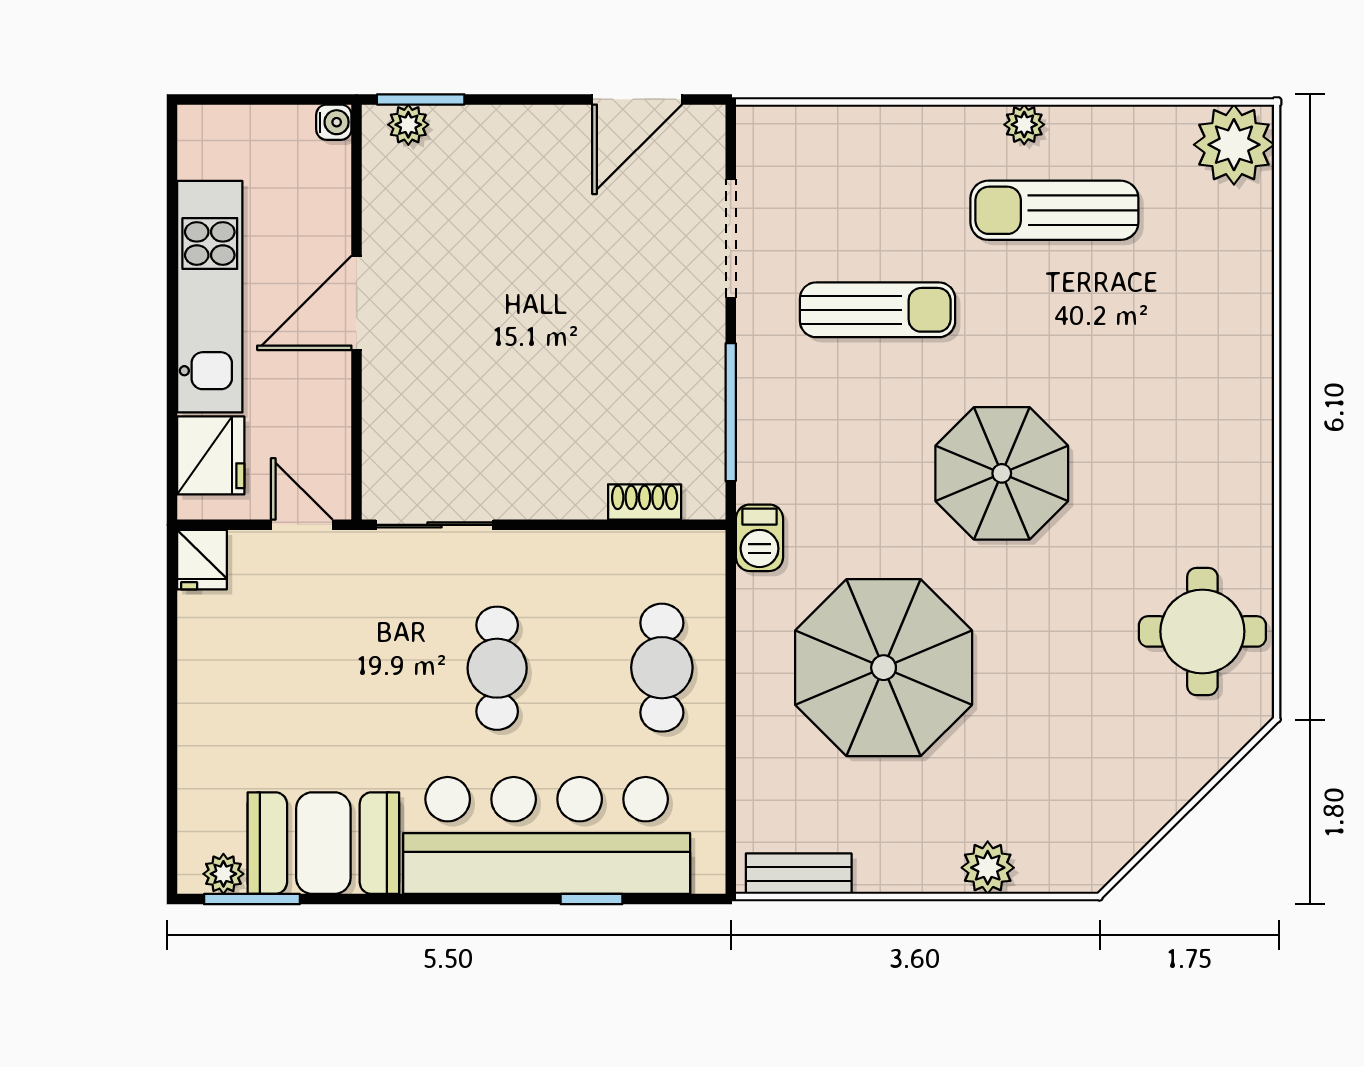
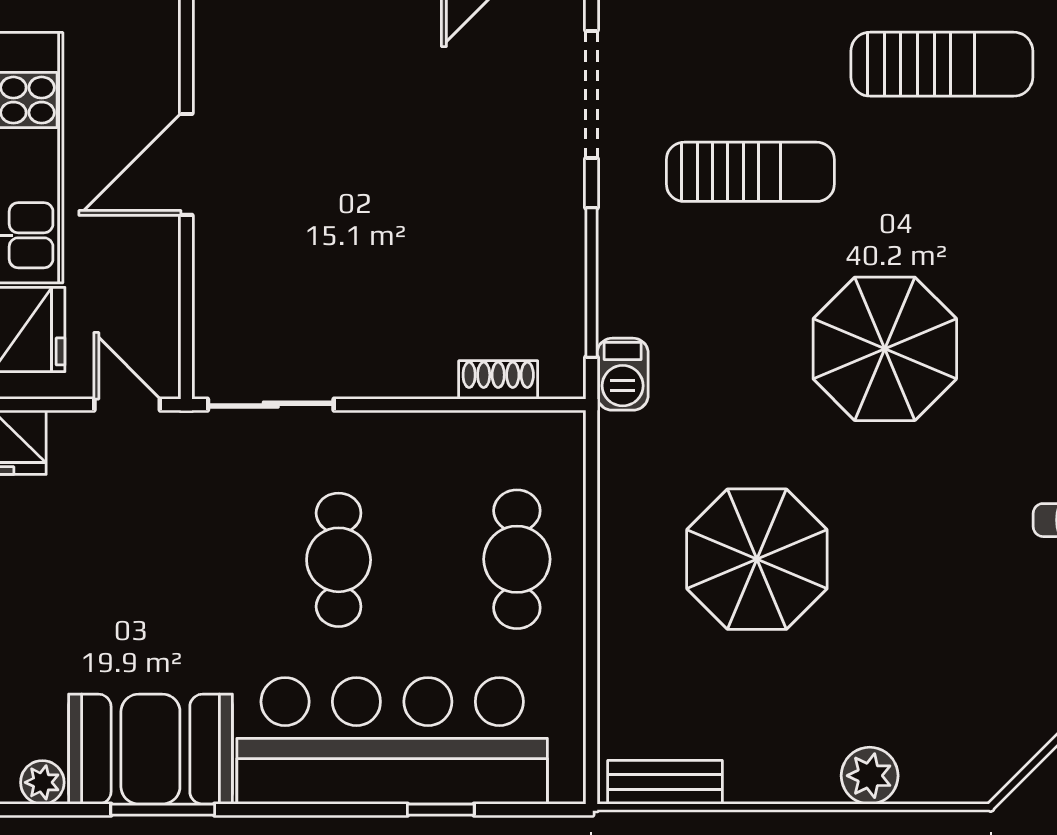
sun lounger: (1054, 210) -> (942, 64), turned 180
barbecue: (760, 538) -> (623, 374), moved
parasol: (884, 668) -> (757, 559), width x0.73, depth x0.73
window: (252, 899) -> (163, 810), moved

